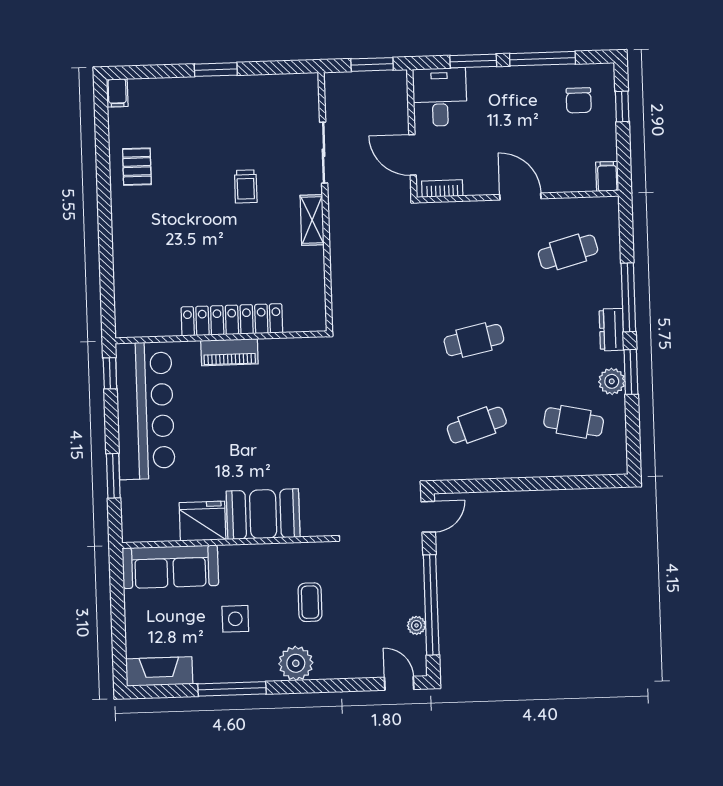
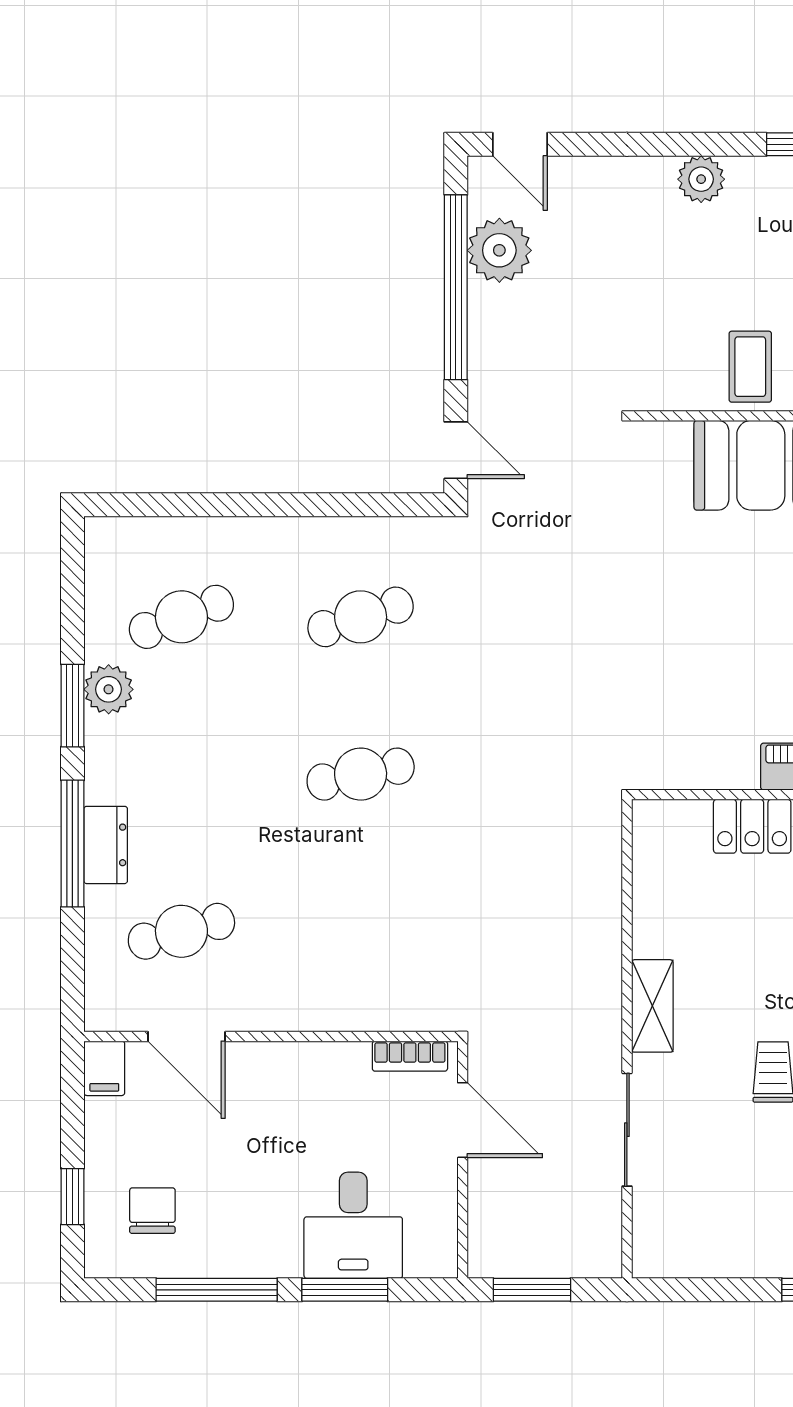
desk: (440, 97) -> (353, 1225), moved
door: (520, 197) -> (187, 1036), moved
dresser: (612, 330) -> (106, 845), moved
cafe table: (574, 422) -> (181, 617), turned -33
door: (428, 517) -> (456, 450), swing flipped
coffee table: (310, 602) -> (750, 367), moved
plant: (416, 625) -> (499, 250), width x1.88, depth x1.88
plant: (296, 663) -> (701, 179), width x0.73, depth x0.73

